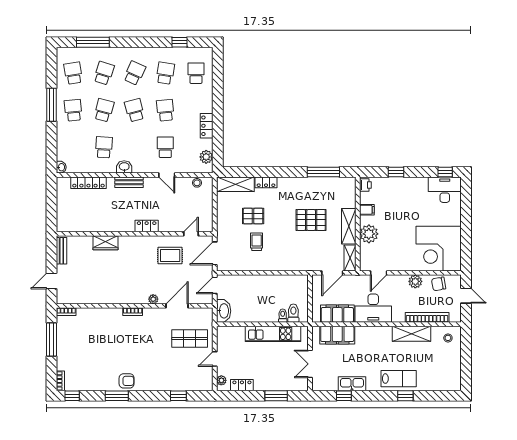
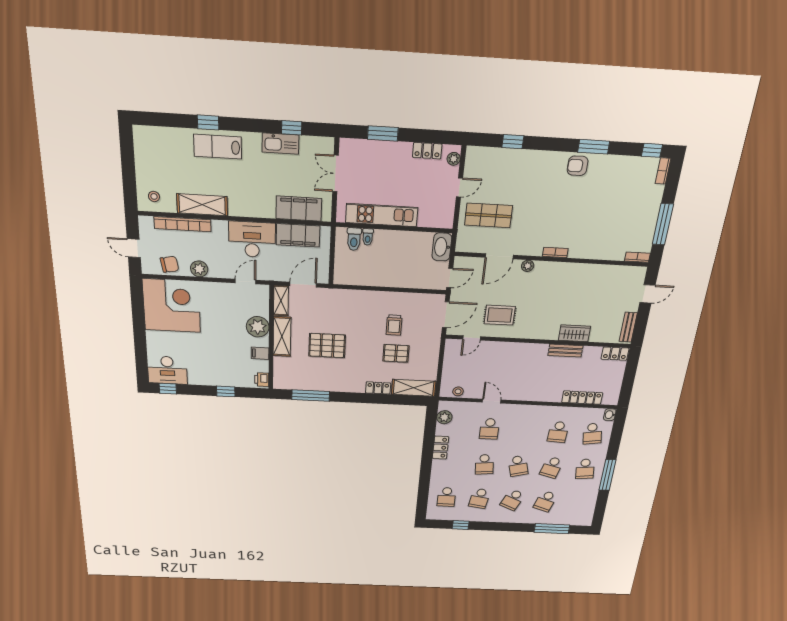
school desk: (73, 73) -> (592, 434), moved
washbasin: (124, 167) -> (539, 412), removed
bench: (129, 182) -> (565, 351), moved
locker: (147, 226) -> (615, 354), moved
double door: (310, 364) -> (335, 173), swing flipped

